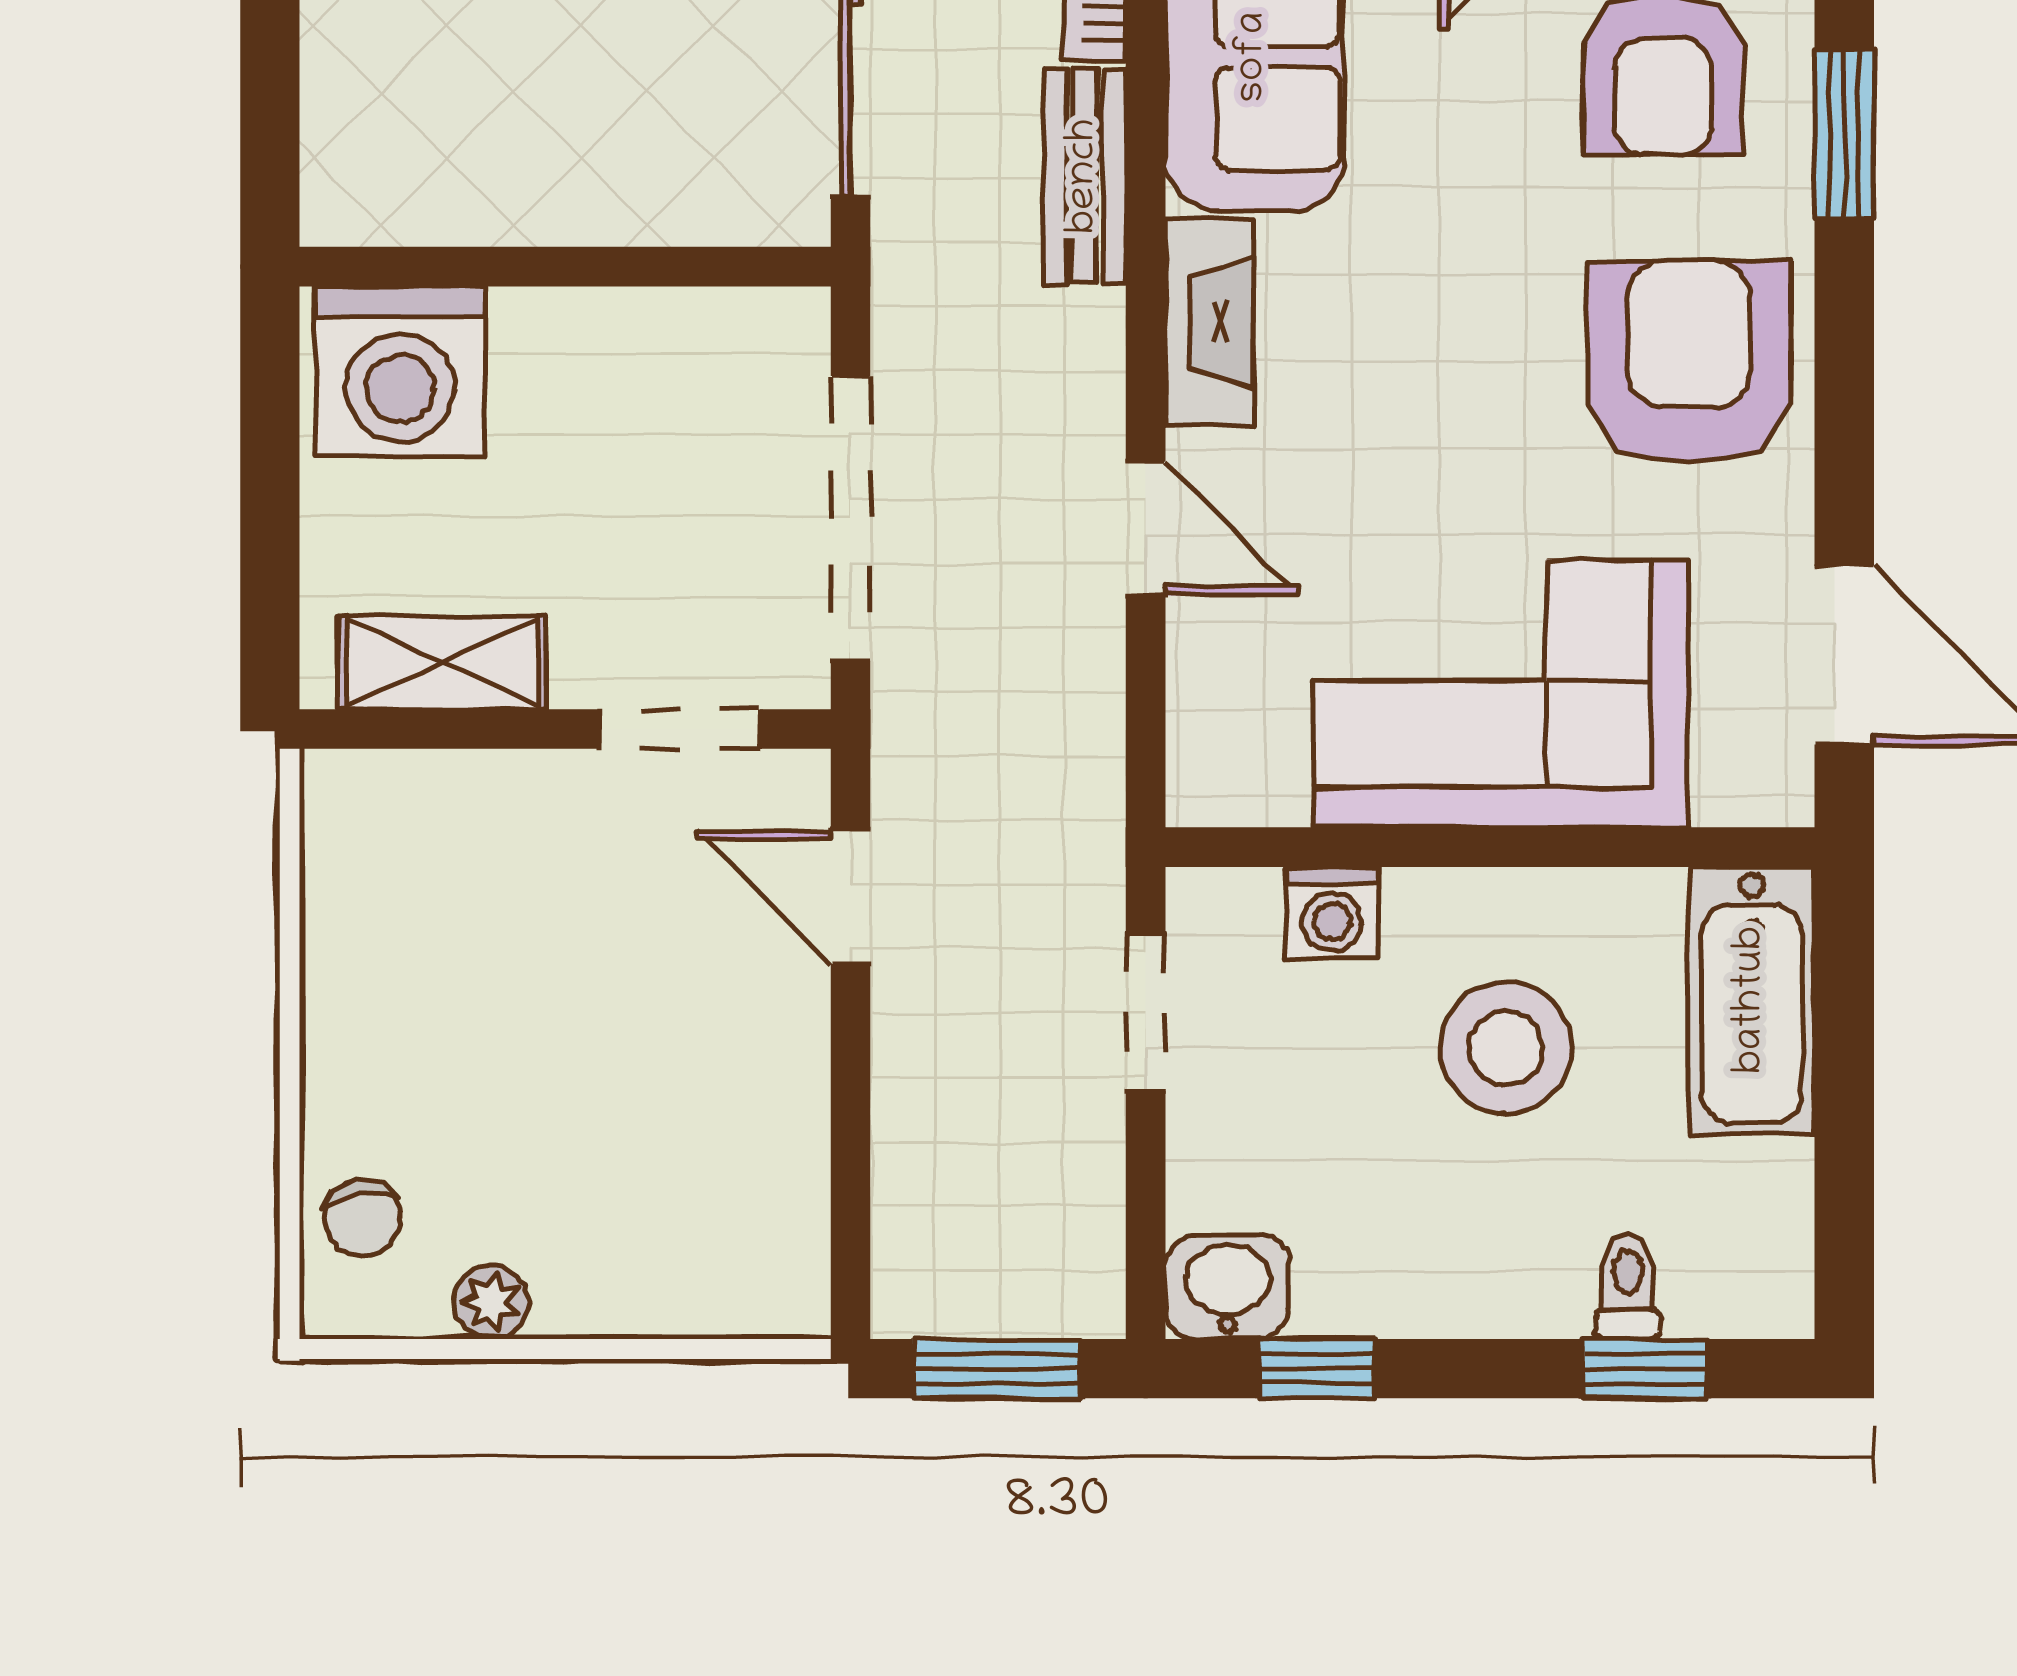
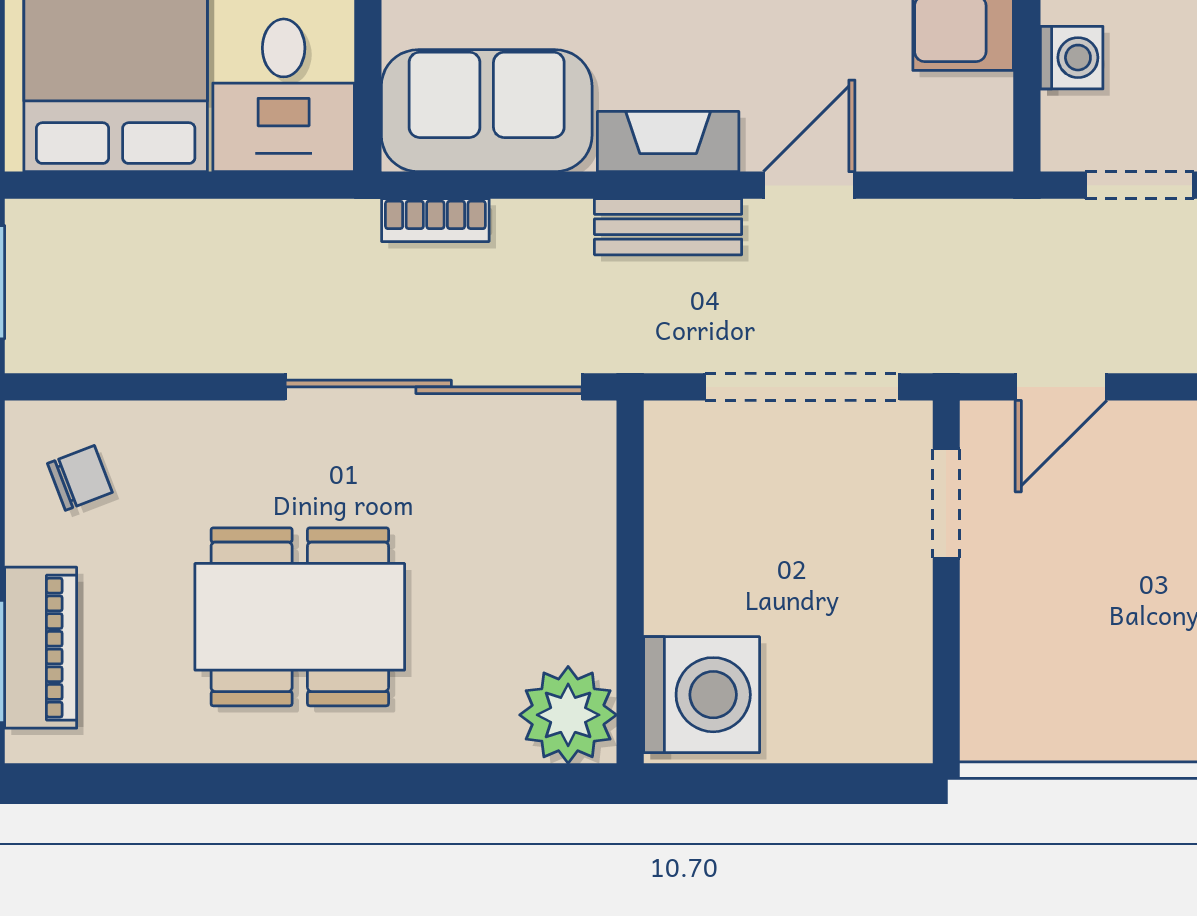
plant: (370, 176) -> (568, 715), added
bench: (1085, 176) -> (668, 227), moved
shelving: (442, 663) -> (901, 666), removed

